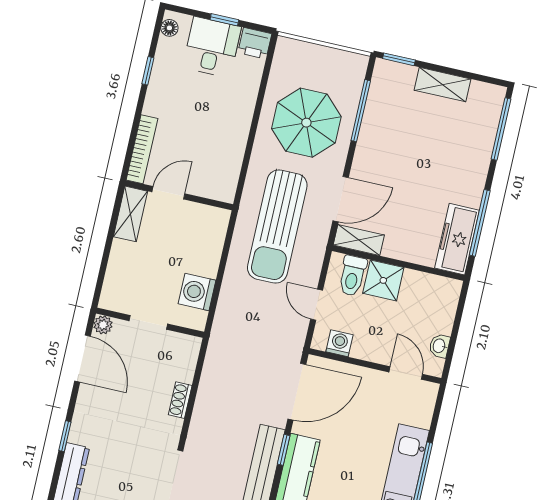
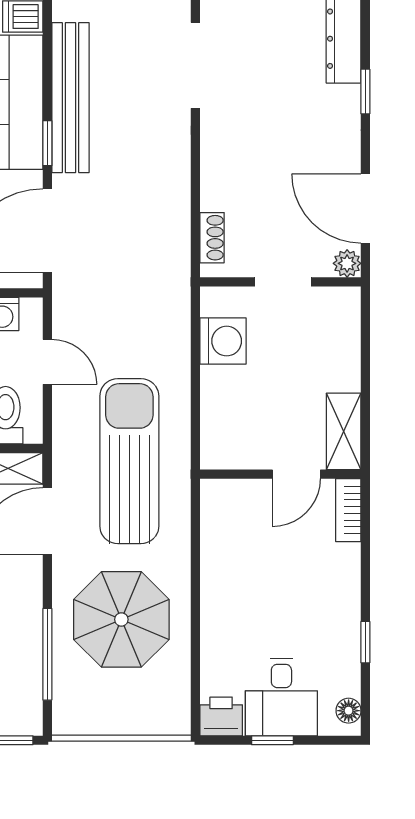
bookcase: (142, 149) -> (348, 510), width x0.64
shoe rack: (180, 400) -> (212, 238), moved

